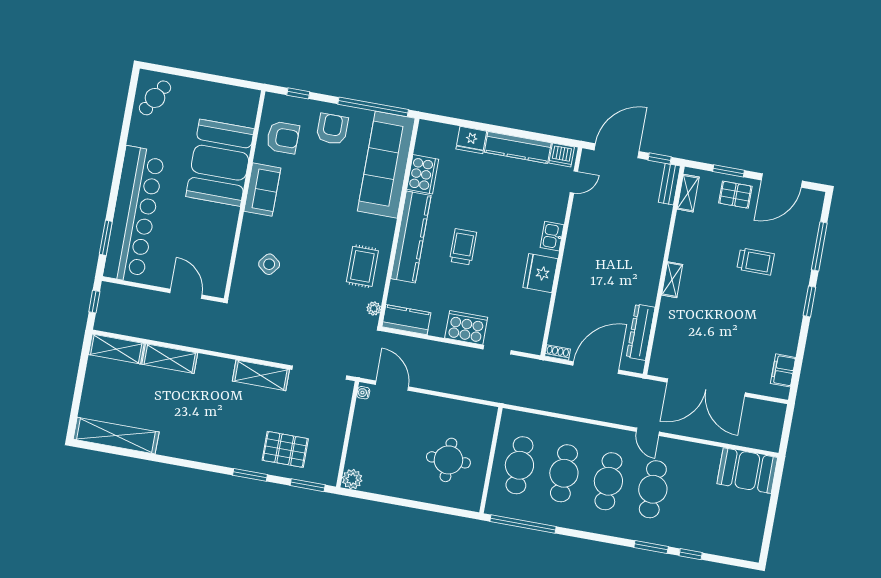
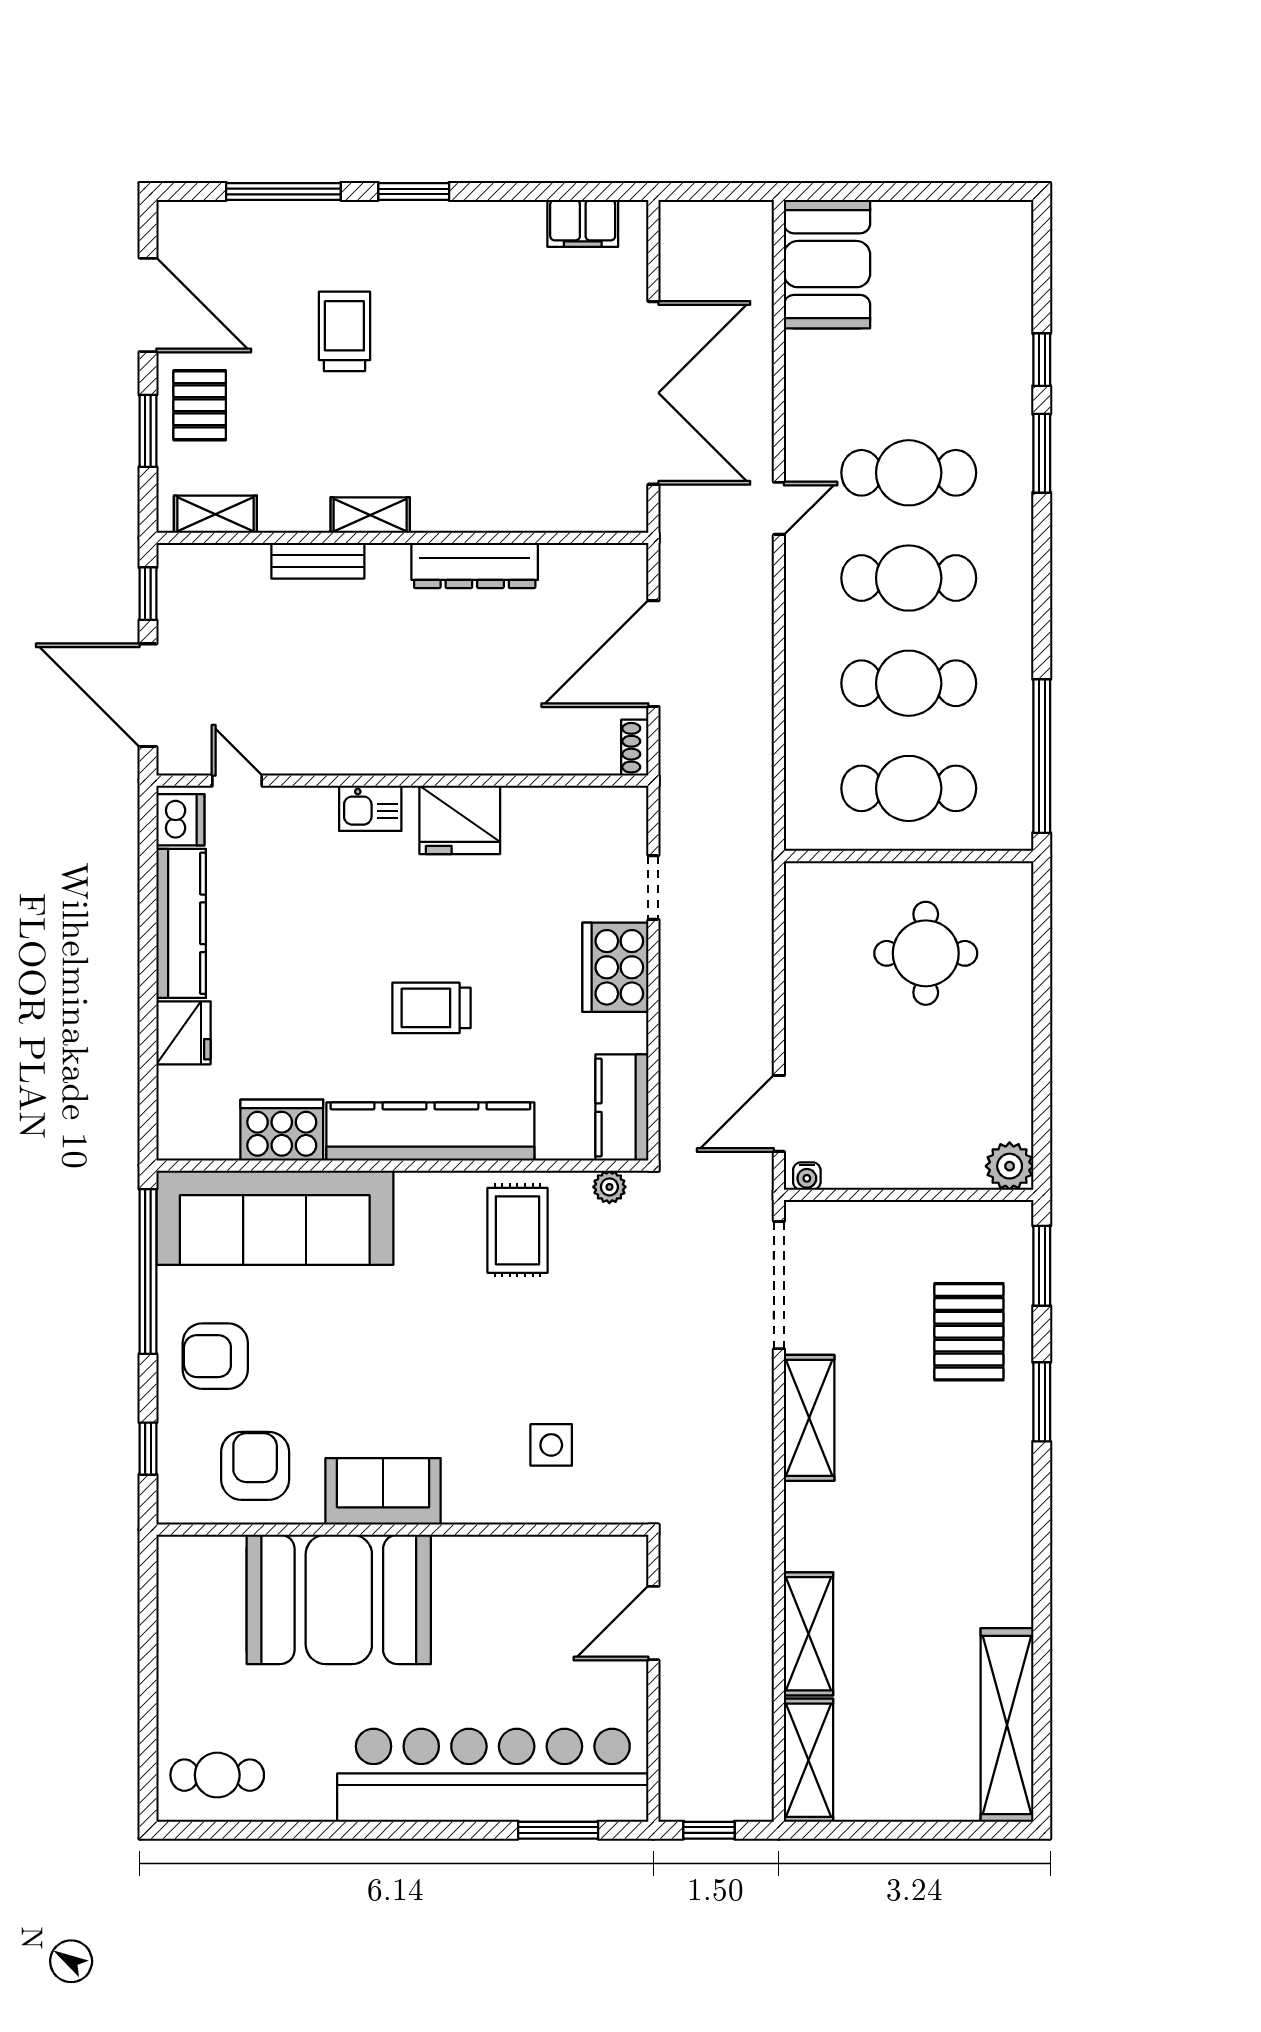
cafe table: (155, 98) -> (217, 1775), turned -30
bench: (669, 184) -> (318, 561), moved
side table: (269, 264) -> (551, 1445), turned -38
rug: (362, 266) -> (517, 1230), turned 90
shelving: (672, 280) -> (370, 515), moved
dresser: (641, 332) -> (475, 566), moved
door: (596, 368) -> (653, 654), hinge flipped

